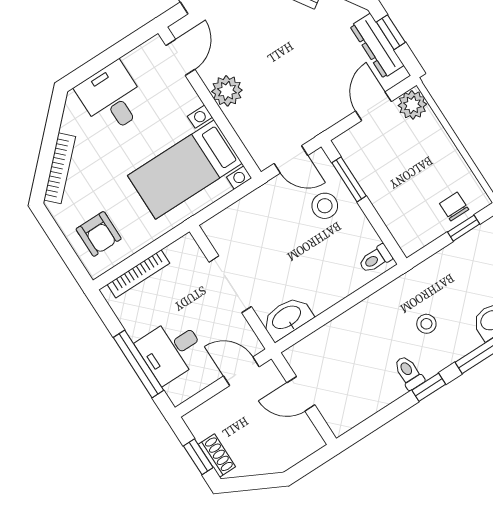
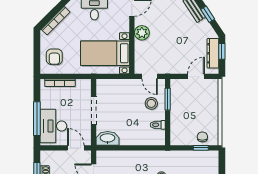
plant: (412, 105) -> (212, 86), removed
toilet: (375, 259) -> (158, 125), moved
desk: (171, 350) -> (53, 126), width x1.37

